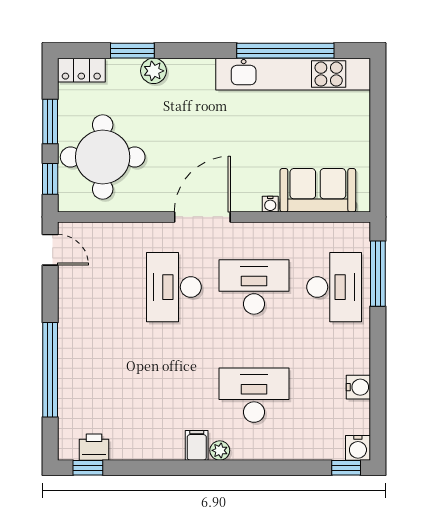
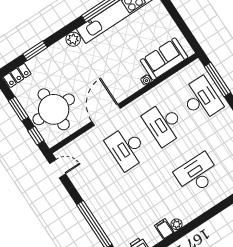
plant: (154, 71) -> (73, 39), moved
door: (202, 217) -> (106, 115), moved
desk: (254, 287) -> (164, 124), turned -90
filing cabinet: (197, 445) -> (164, 229), moved
plant: (220, 450) -> (176, 224), moved

